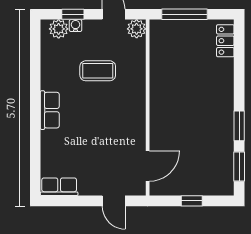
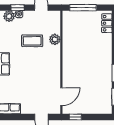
plant: (137, 29) -> (55, 39), moved
window: (192, 201) -> (75, 117), moved

